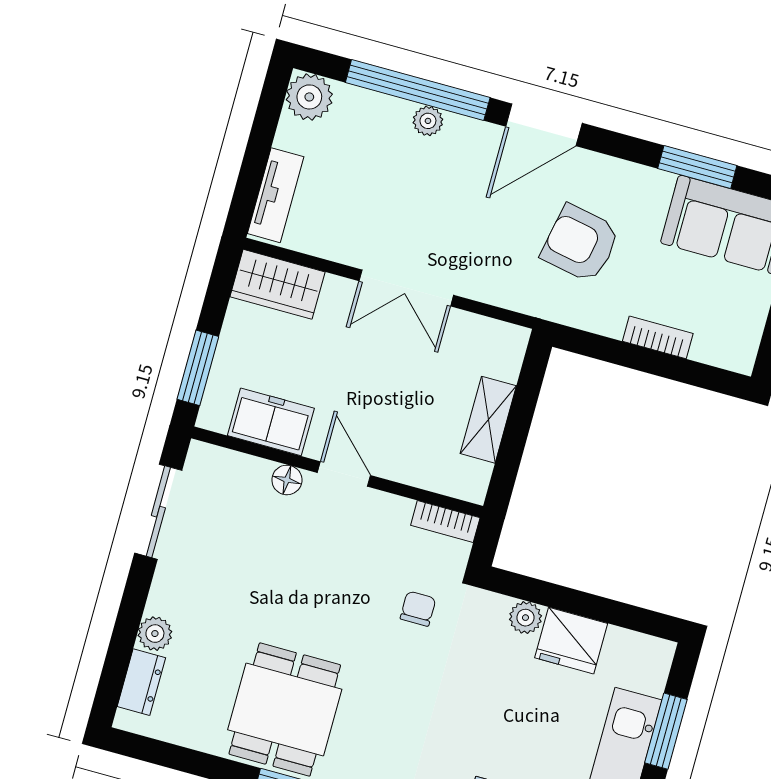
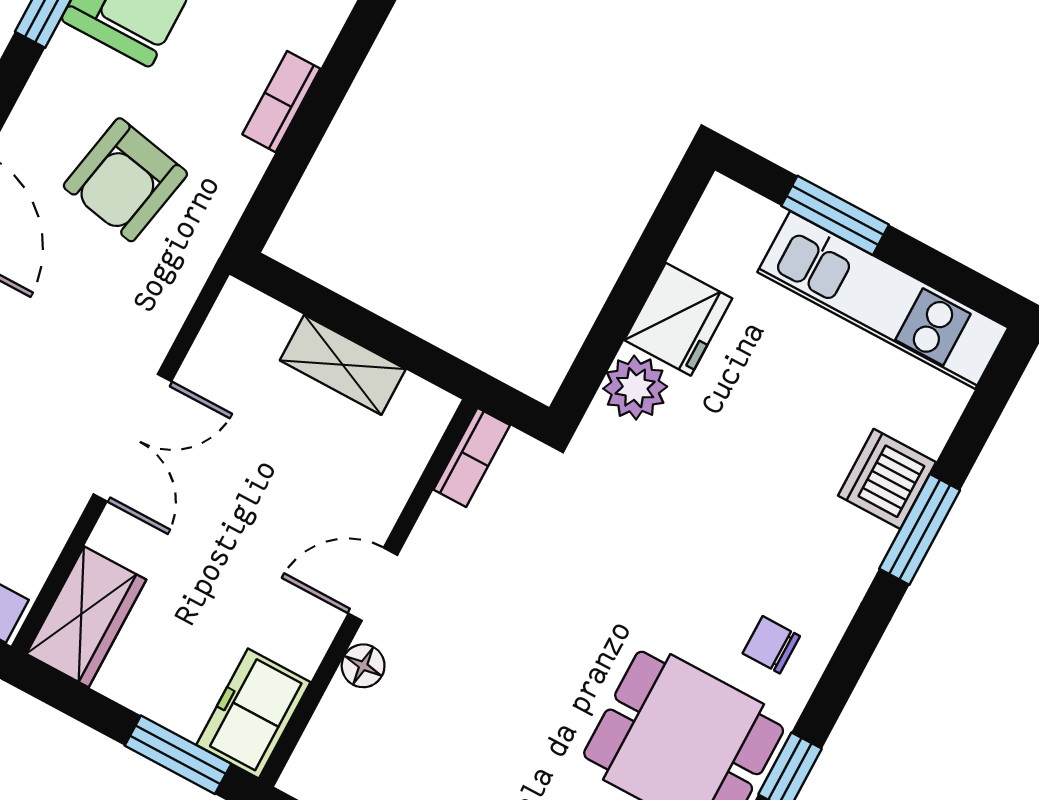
freezer: (271, 422) -> (253, 713), moved
chair: (418, 609) -> (771, 645), moved
plant: (525, 618) -> (635, 388), width x1.38, depth x1.38

